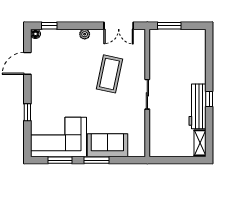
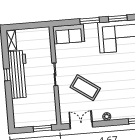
coffee table: (109, 74) -> (85, 88), turned -67
workbench: (197, 106) -> (18, 74), width x1.36, depth x1.32
sofa: (107, 145) -> (69, 34), moved

